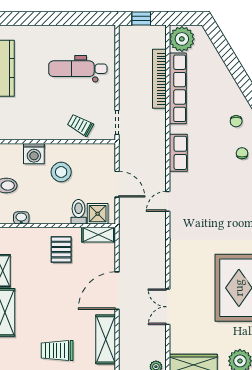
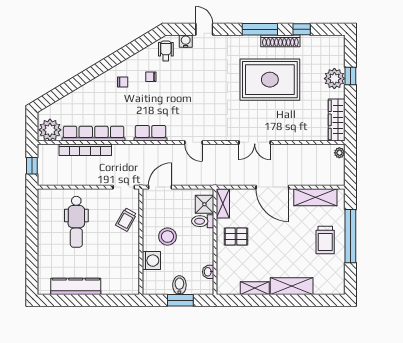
door: (117, 184) -> (160, 187), moved
double door: (168, 307) -> (255, 142), moved

